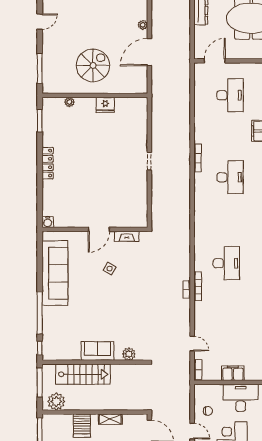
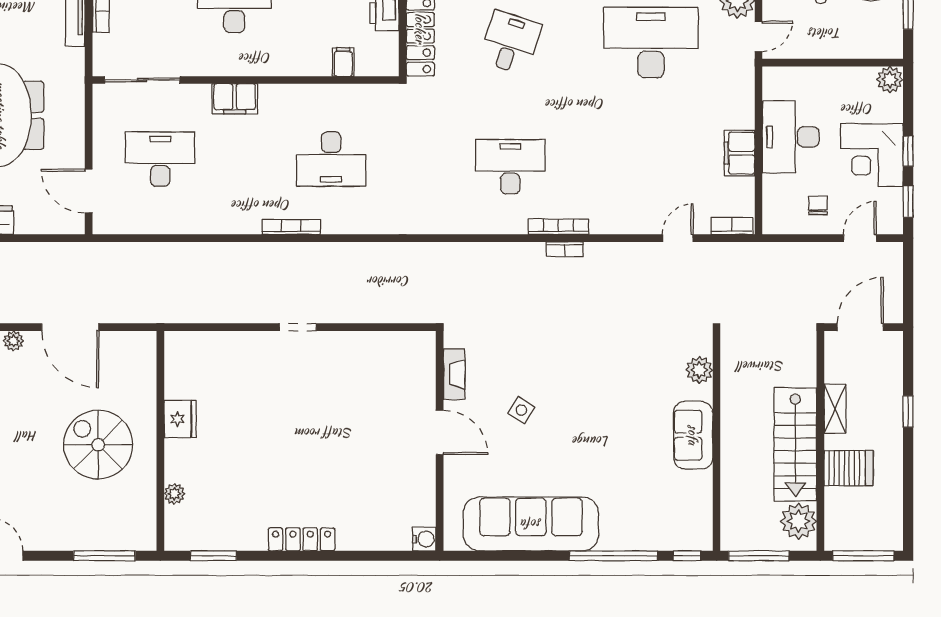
desk: (230, 177) -> (331, 159), turned 180
stairs: (83, 374) -> (795, 444), moved, turned 180

